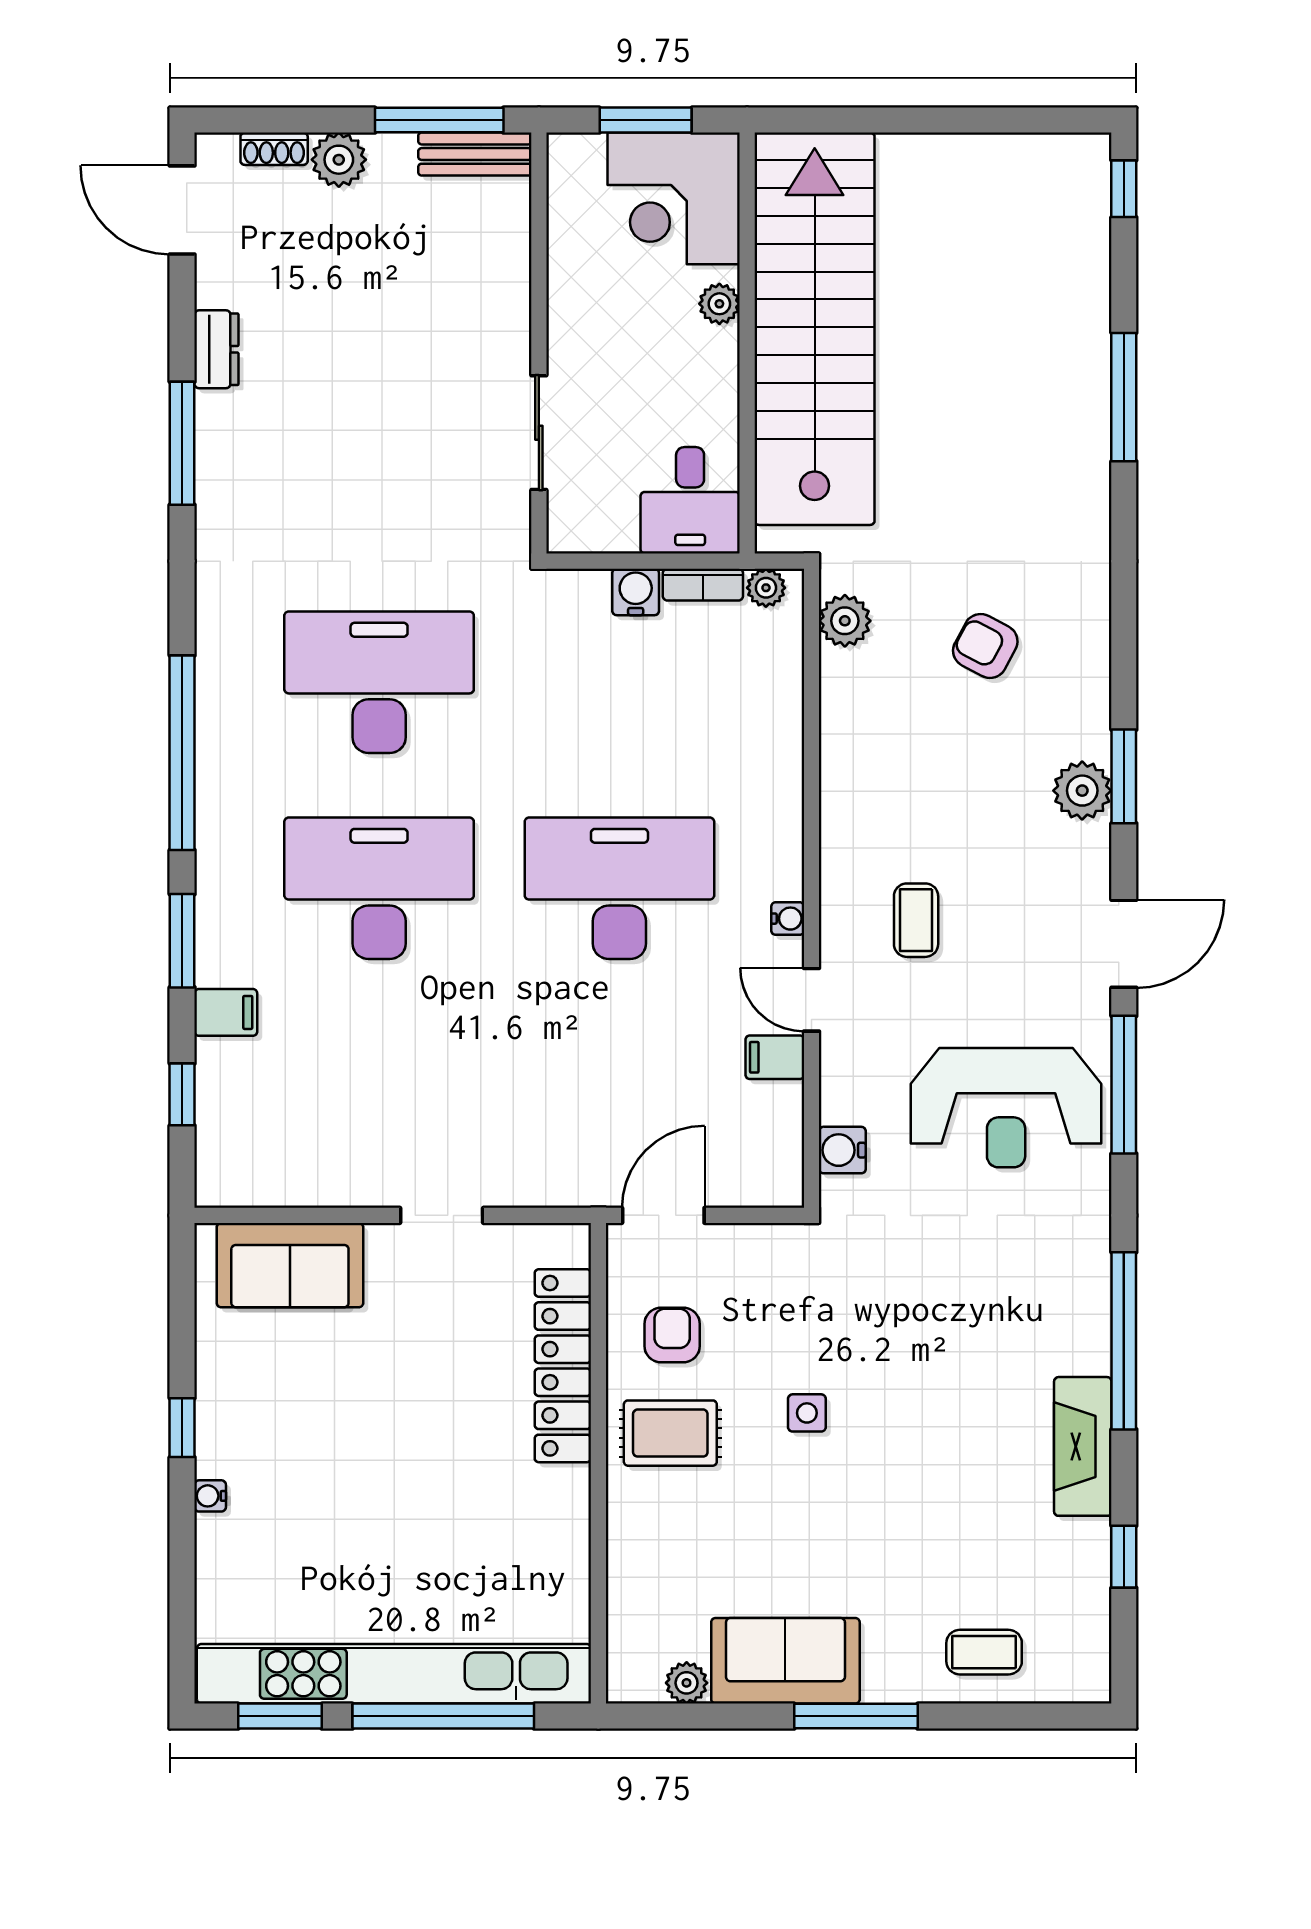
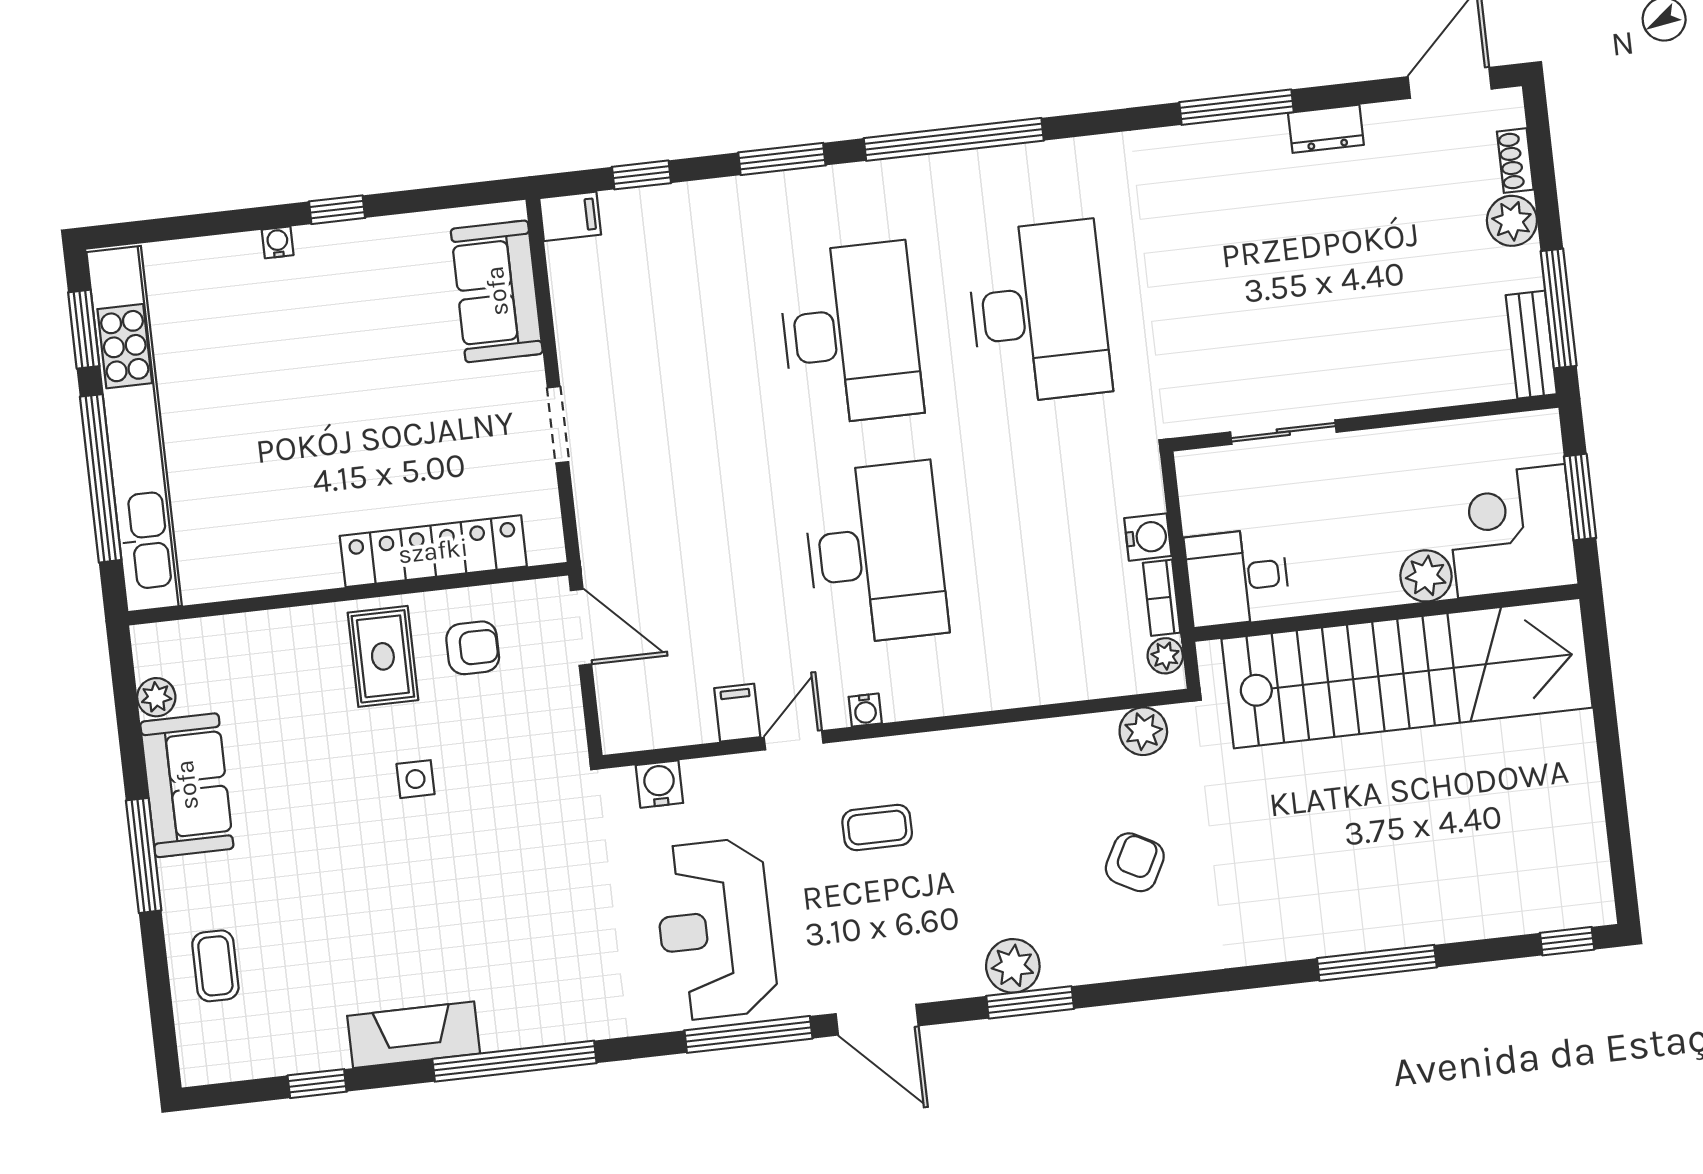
plant: (719, 304) -> (1426, 576), width x1.38, depth x1.38
filing cabinet: (226, 1012) -> (570, 216), moved, turned -90

